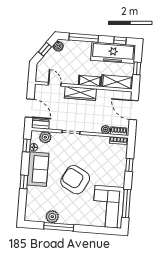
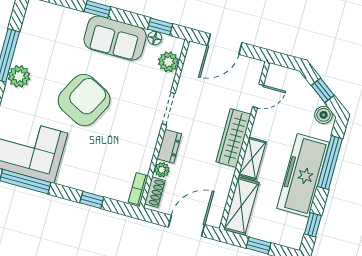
freezer: (113, 53) -> (303, 175), moved
dresser: (40, 124) -> (169, 146), moved
plant: (52, 217) -> (19, 76), moved

